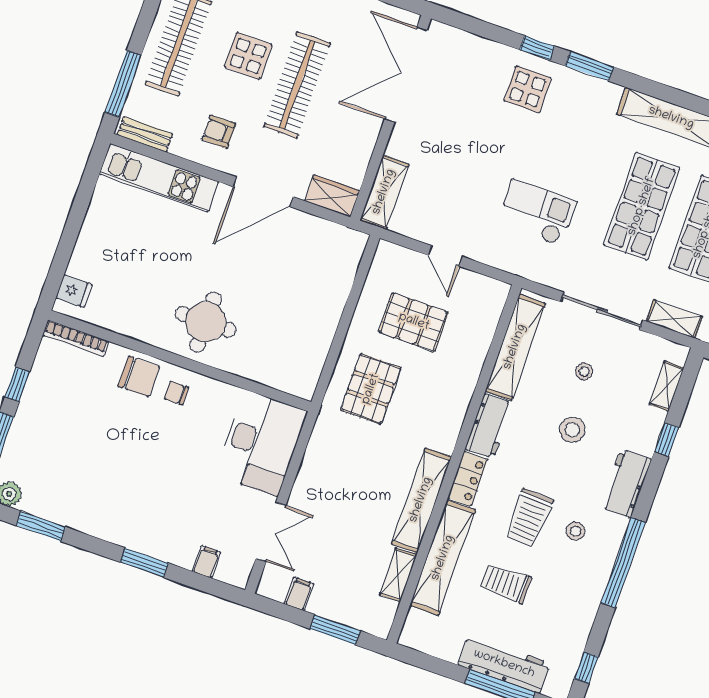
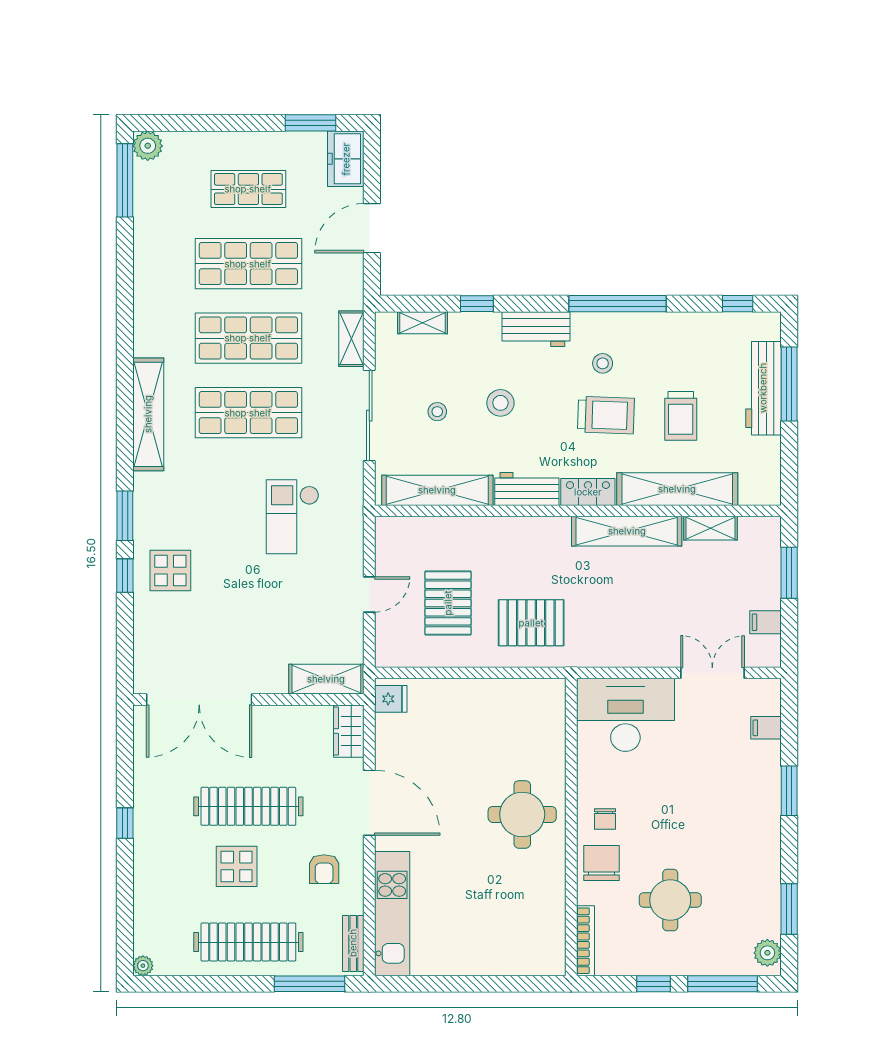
fridge: (74, 291) -> (391, 699), moved, turned 90
round table: (85, 425) -> (670, 900), added

